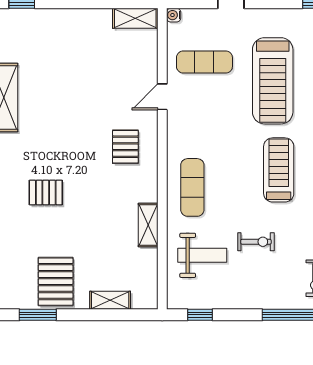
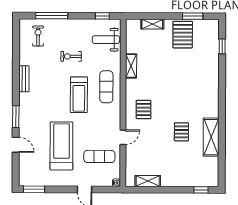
shelving: (135, 18) -> (148, 181), moved
treadmill: (279, 170) -> (79, 95), moved
pallet: (46, 193) -> (181, 132), moved, turned 90
weight bench: (202, 255) -> (106, 40), moved

